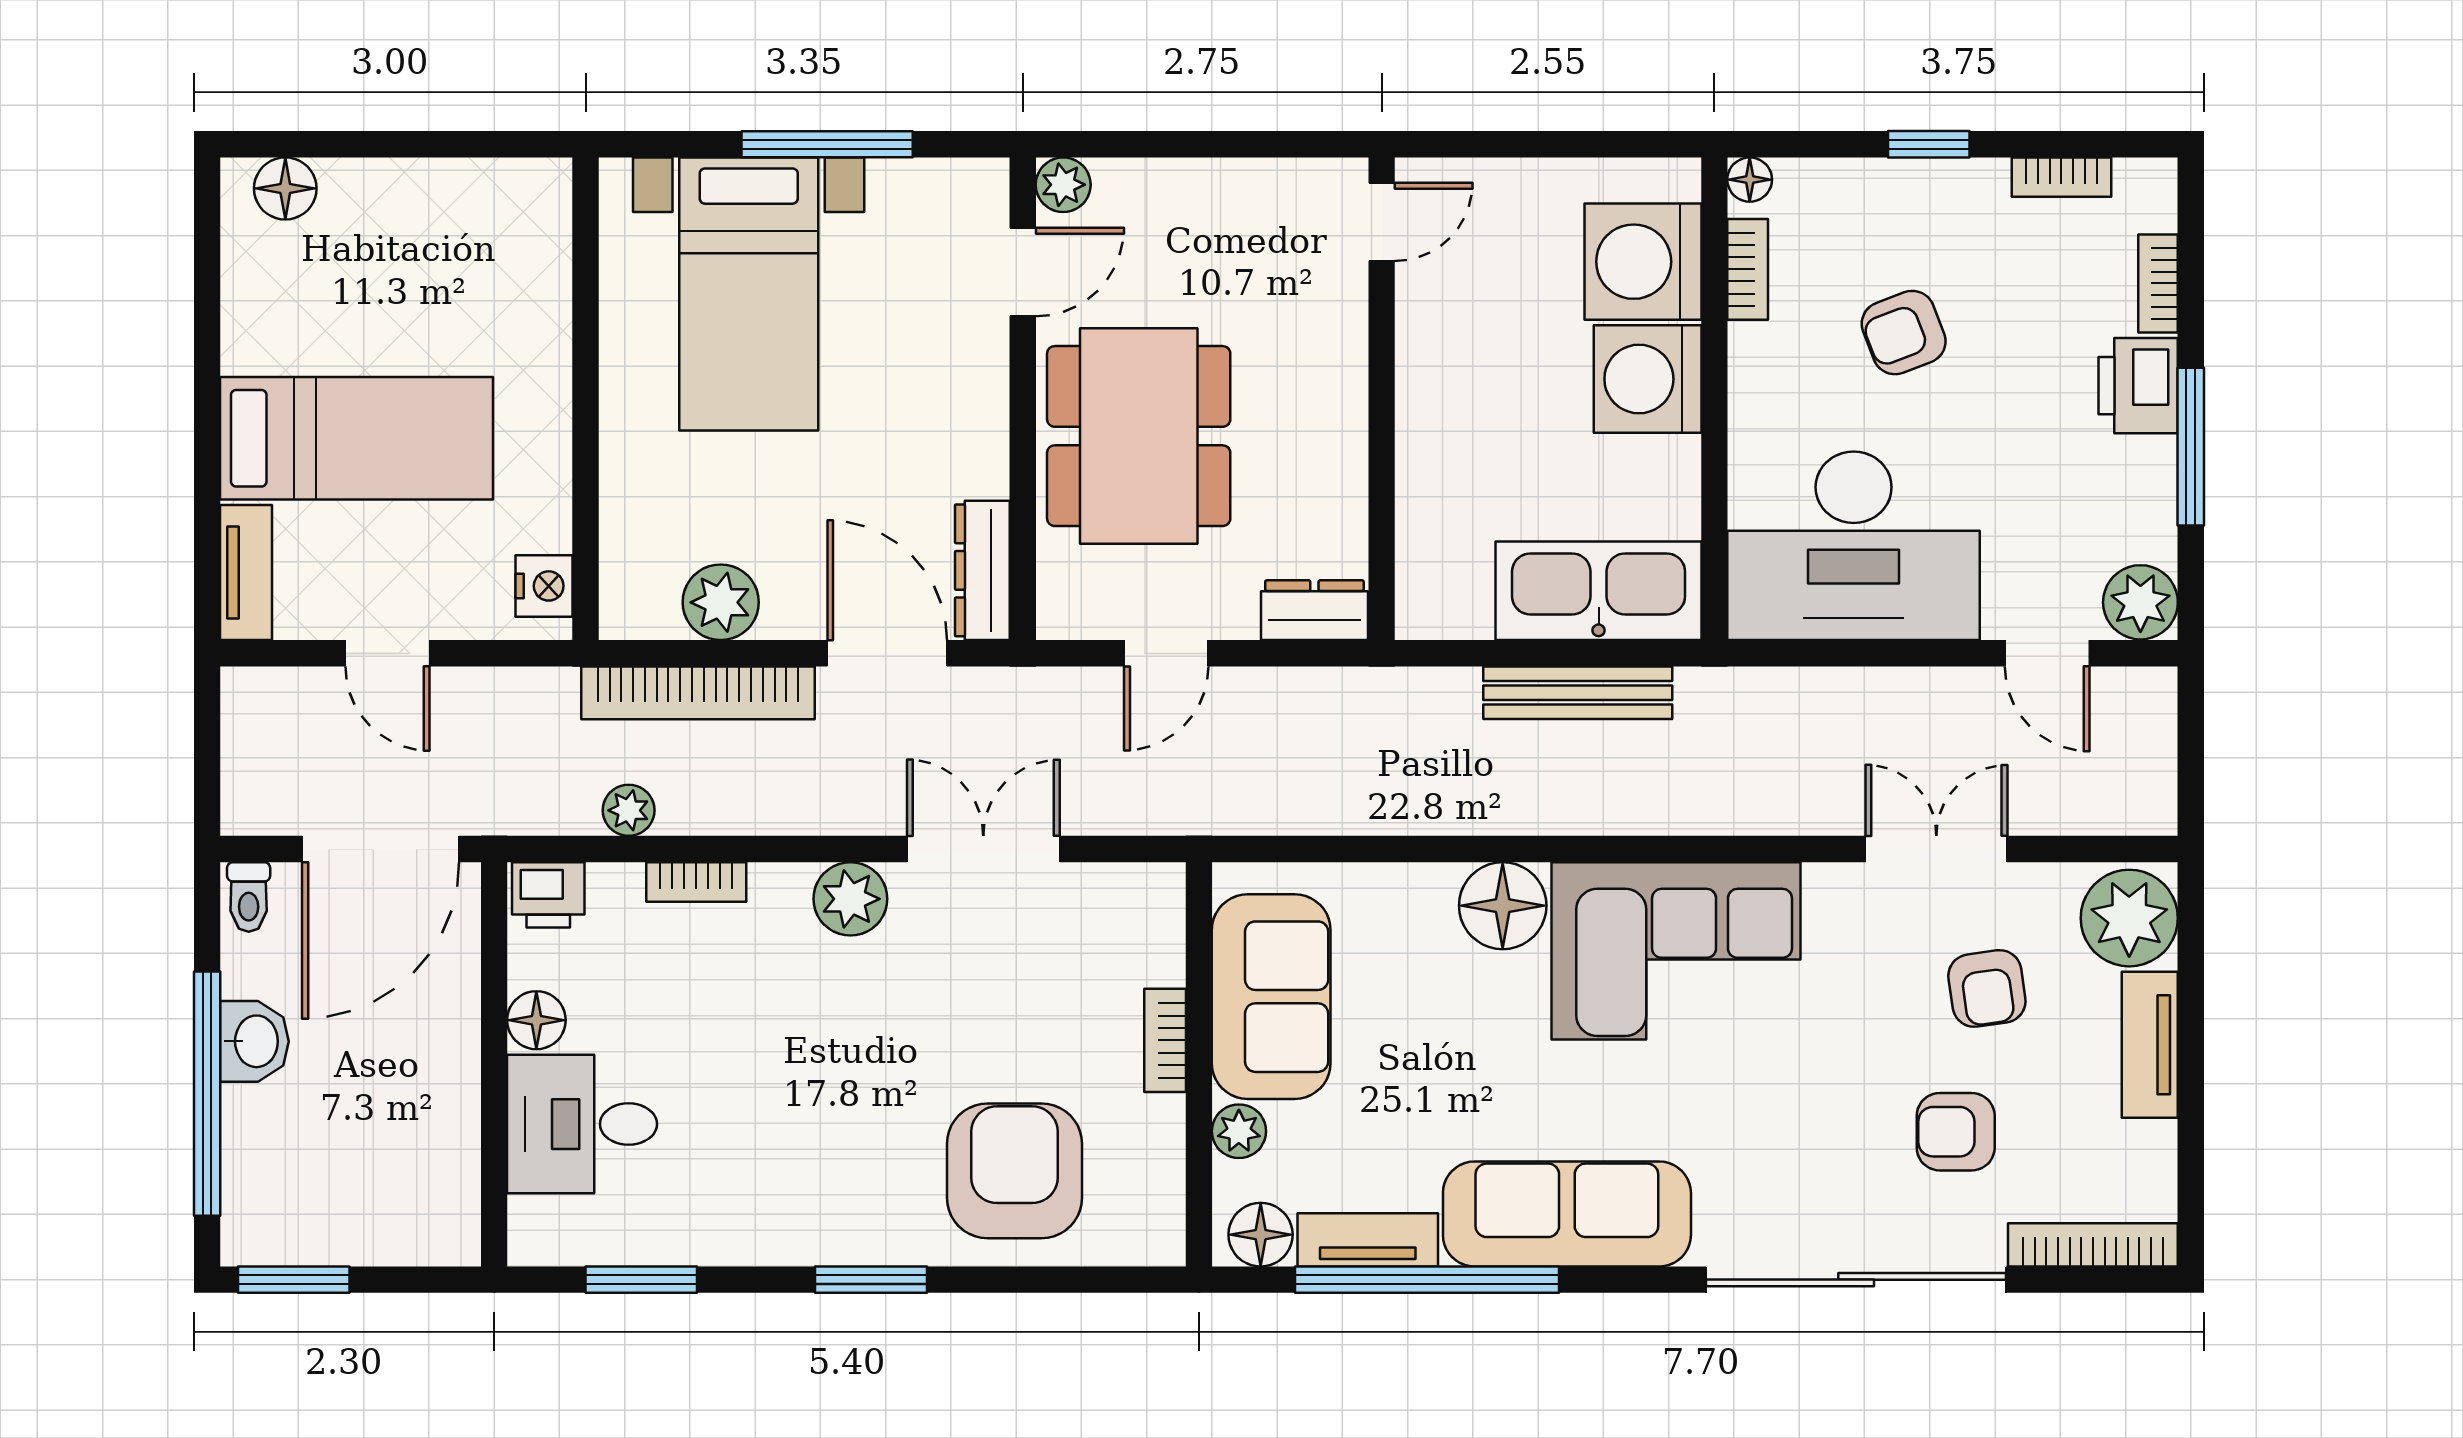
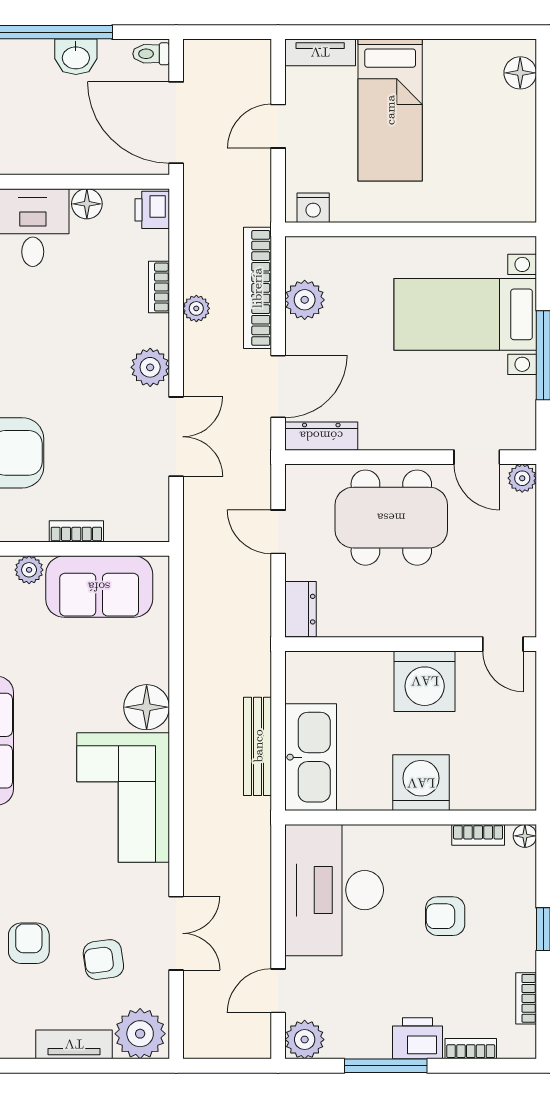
washing machine: (1643, 262) -> (425, 681), moved, turned 180
armchair: (1904, 333) -> (445, 916), turned -69
plant: (629, 810) -> (196, 308), moved

